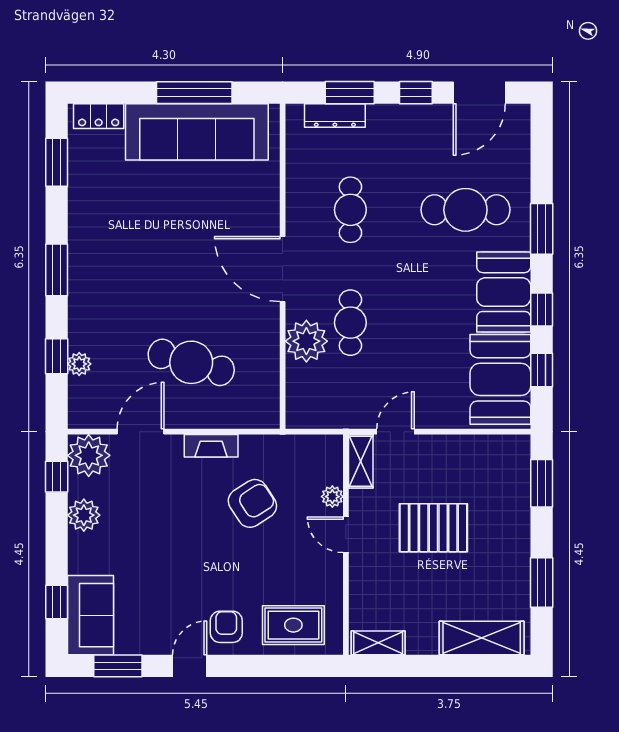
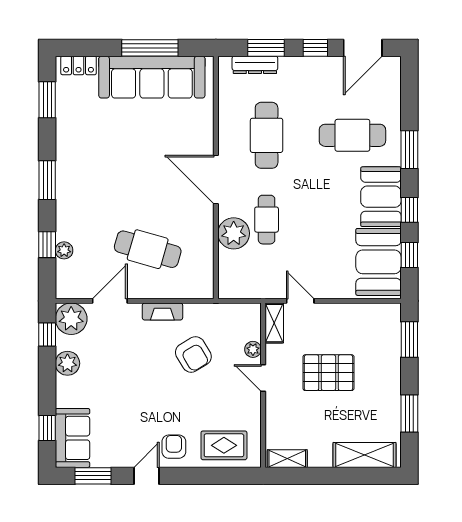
cafe table: (350, 210) -> (267, 135), width x1.37, depth x1.35
door: (395, 432) -> (300, 301), hinge flipped
armchair: (252, 503) -> (193, 354), turned 92

